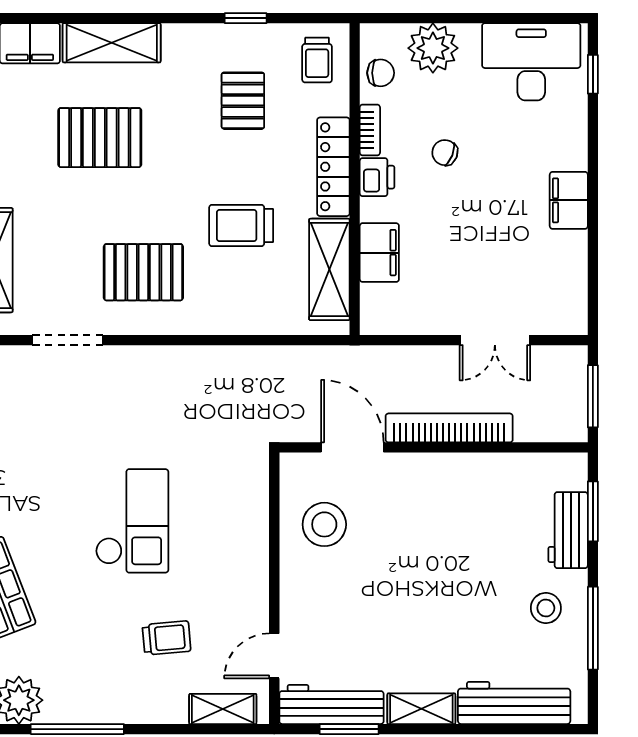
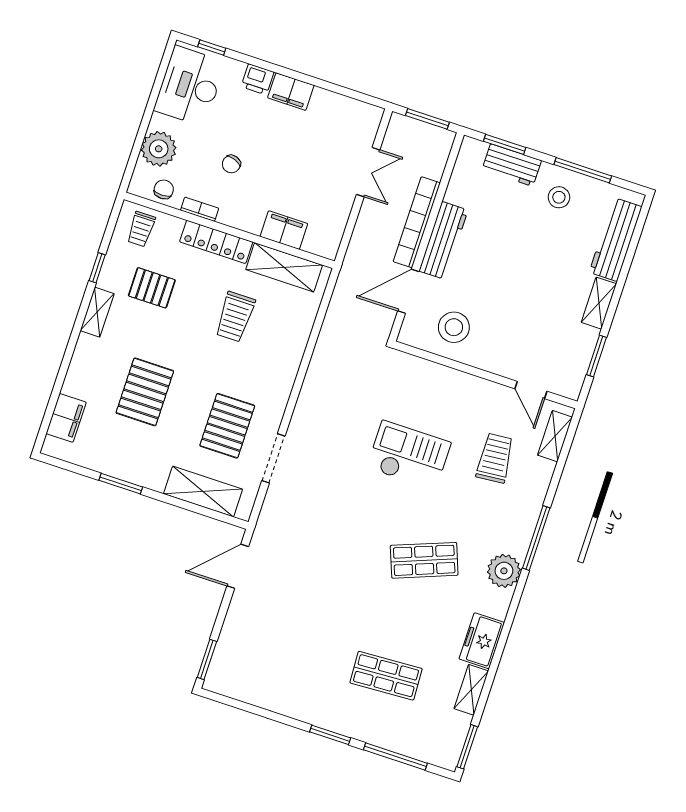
shelving: (112, 43) -> (97, 312), moved, width x0.67, depth x0.75
trolley: (317, 60) -> (141, 229), turned 90
printer: (377, 177) -> (258, 79), moved, turned 180
pallet: (143, 272) -> (227, 426), moved
trolley: (167, 638) -> (495, 458), width x1.36, depth x1.39
workbench: (331, 704) -> (444, 241), moved, turned 180

